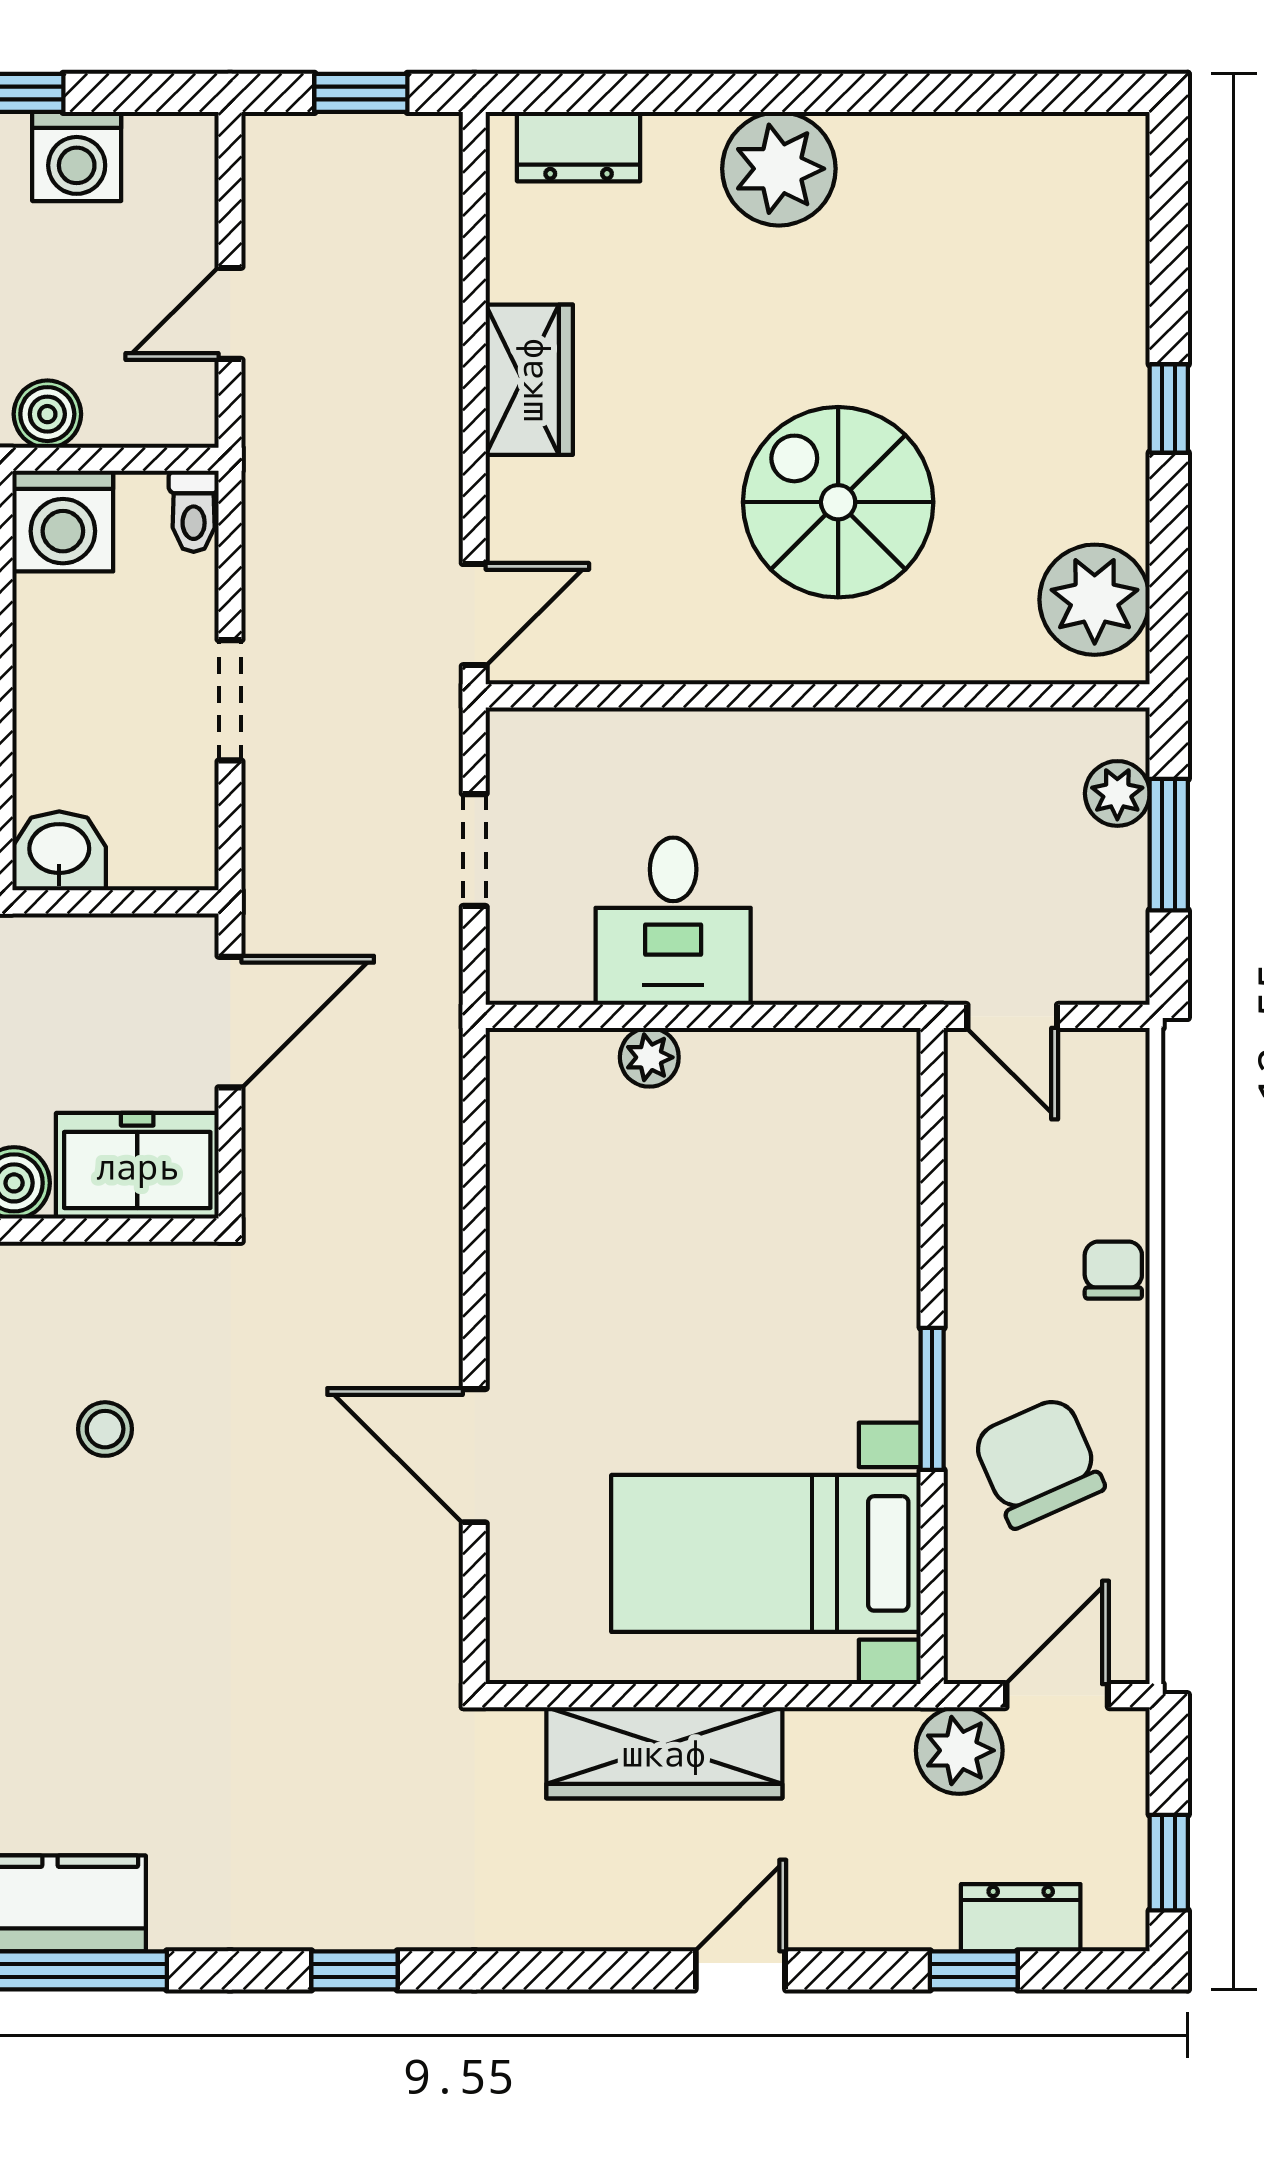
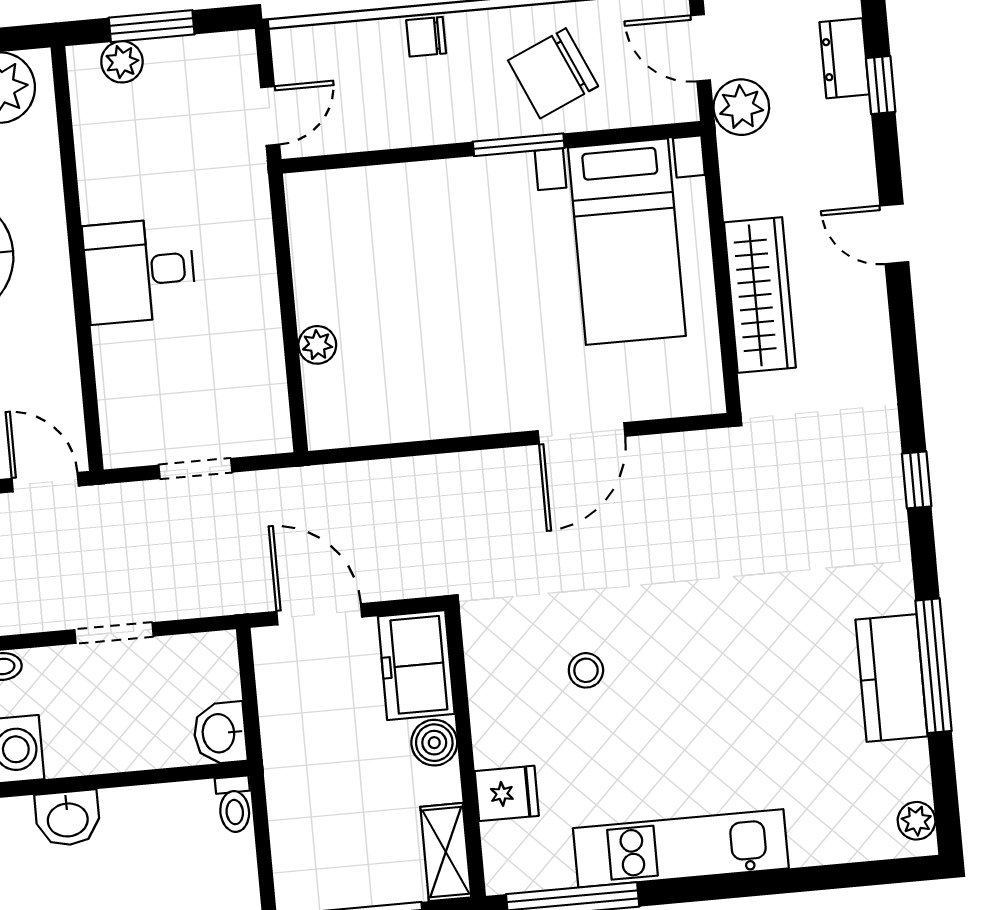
desk: (673, 921) -> (139, 271), moved, turned 180

